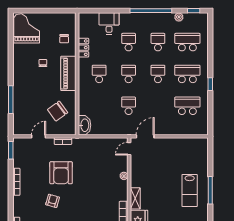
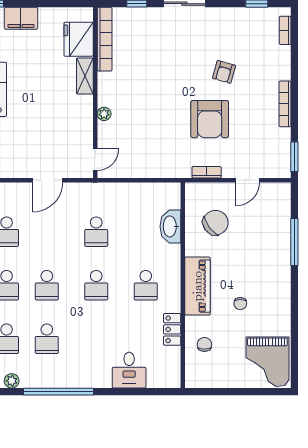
school desk: (129, 42) -> (96, 339), removed
washbasin: (84, 125) -> (170, 226), moved
door: (145, 136) -> (48, 180), moved
armchair: (61, 173) -> (210, 119), turned 180

